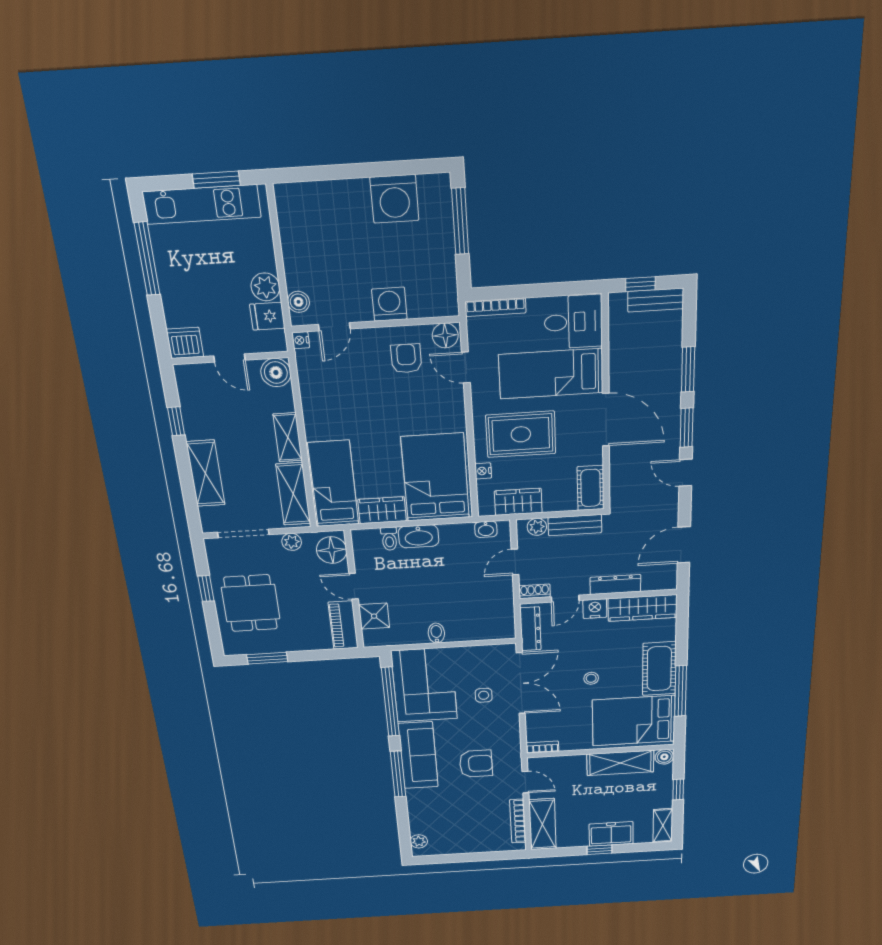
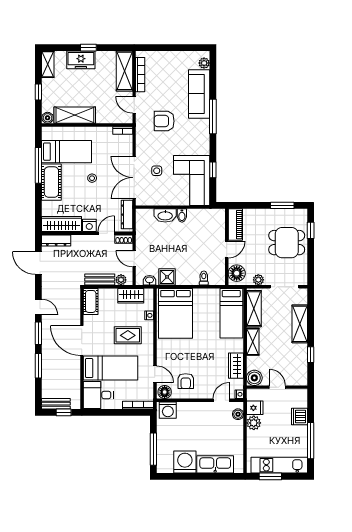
kitchen sink: (332, 198) -> (215, 464), added
washing machine: (389, 304) -> (168, 410), moved
dishwasher: (185, 343) -> (300, 416), moved, turned 90
rug: (521, 434) -> (128, 335), width x0.73, depth x0.70
wardrobe: (382, 510) -> (236, 366), moved, turned 90
washbasin: (419, 536) -> (165, 215), moved, turned 180
door: (684, 545) -> (38, 263), swing flipped
door: (515, 562) -> (134, 259), swing flipped
dresser: (615, 584) -> (56, 240), moved
door: (354, 586) -> (227, 250), hinge flipped
window: (206, 588) -> (311, 230), moved
dining table: (251, 603) -> (287, 243), turned 90
shower: (374, 616) -> (167, 277), moved
window: (390, 702) -> (213, 170), width x0.32
bed: (634, 721) -> (67, 152), width x0.67
sofa: (418, 755) -> (199, 94), moved

